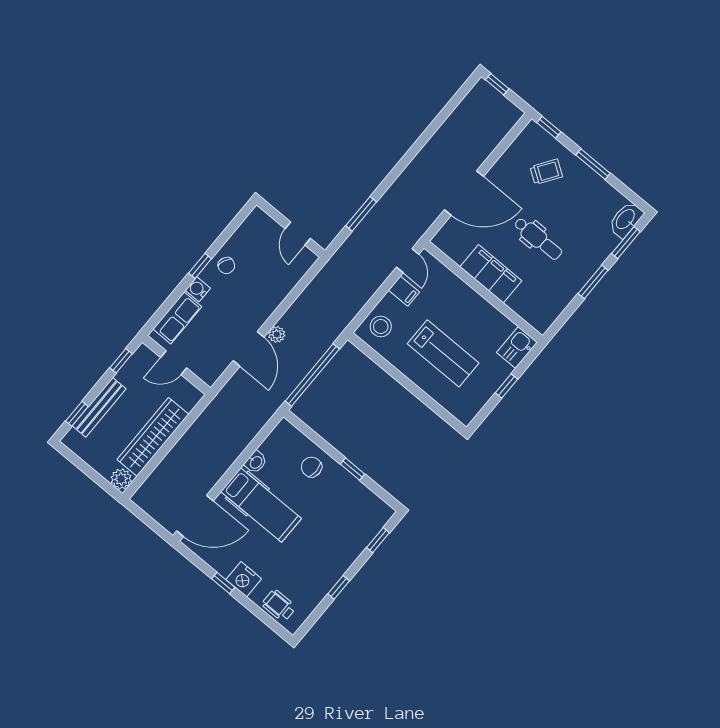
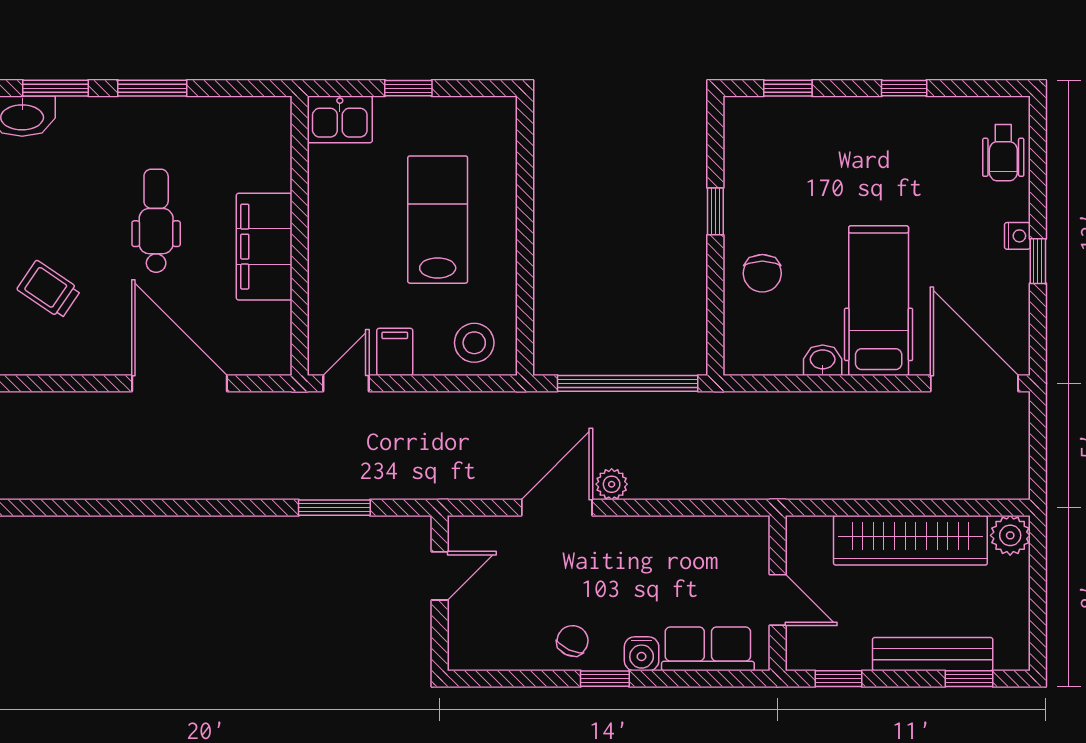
door: (249, 349) -> (557, 508), moved
nightstand: (244, 579) -> (1017, 236), width x0.53, depth x0.56

